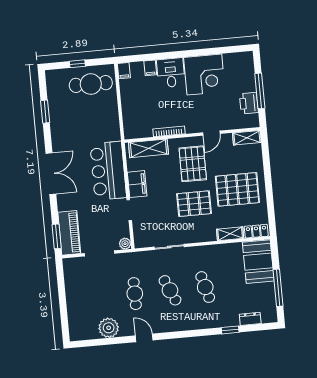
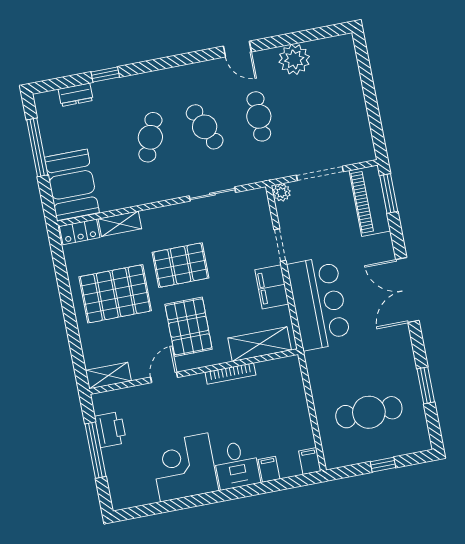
cafe table: (91, 84) -> (369, 412), moved
cafe table: (205, 287) -> (150, 137), turned 36

